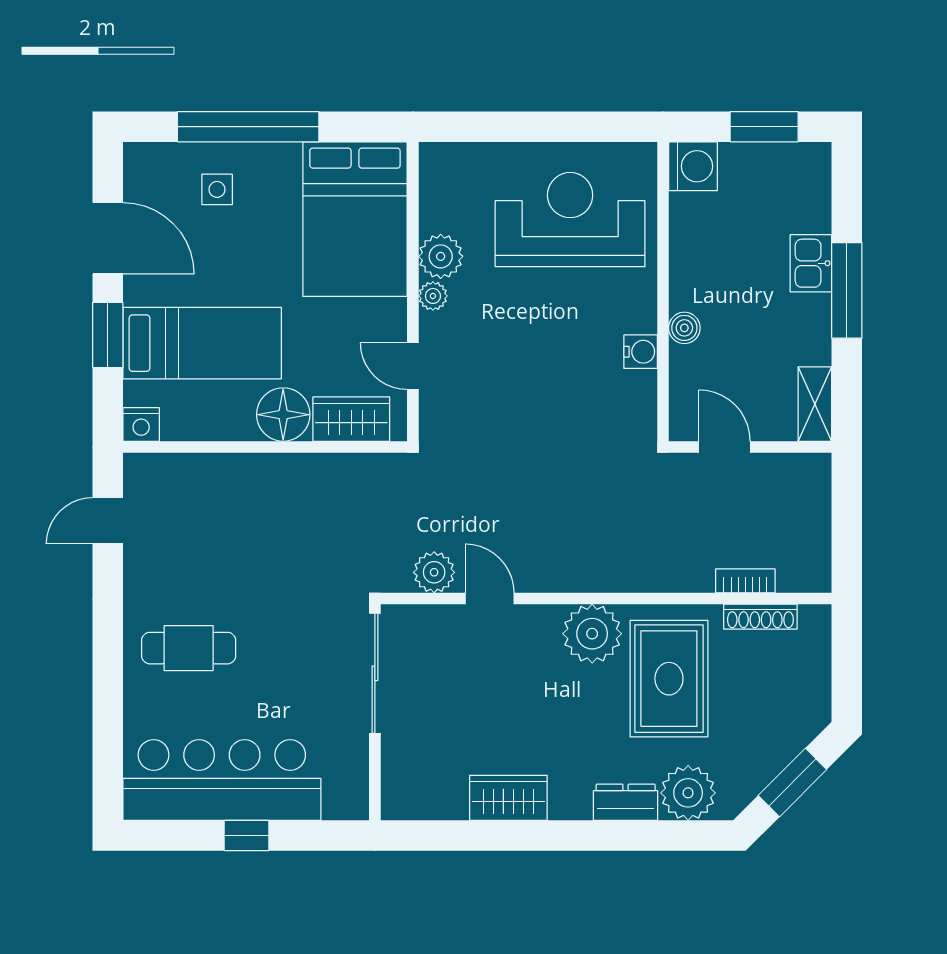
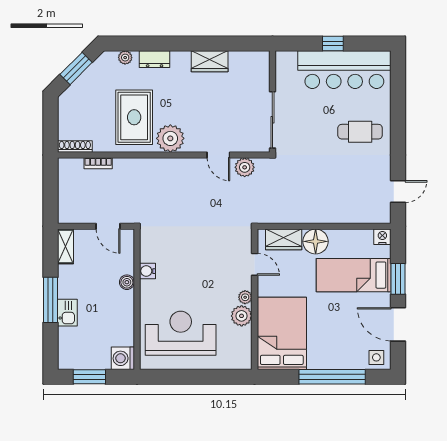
side table: (217, 189) -> (376, 357), moved
reception desk: (570, 220) -> (181, 333), turned 180
shoe rack: (760, 617) -> (75, 146), moved
plant: (688, 793) -> (125, 58), width x0.53, depth x0.53

